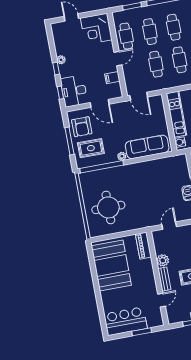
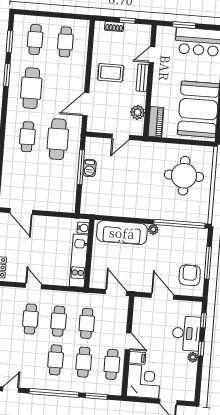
door: (118, 59) -> (128, 341), swing flipped
filing cabinet: (112, 78) -> (137, 358), moved
desk: (74, 91) -> (186, 333), moved
rug: (91, 148) -> (186, 248), removed
plant: (163, 260) -> (138, 112), moved

